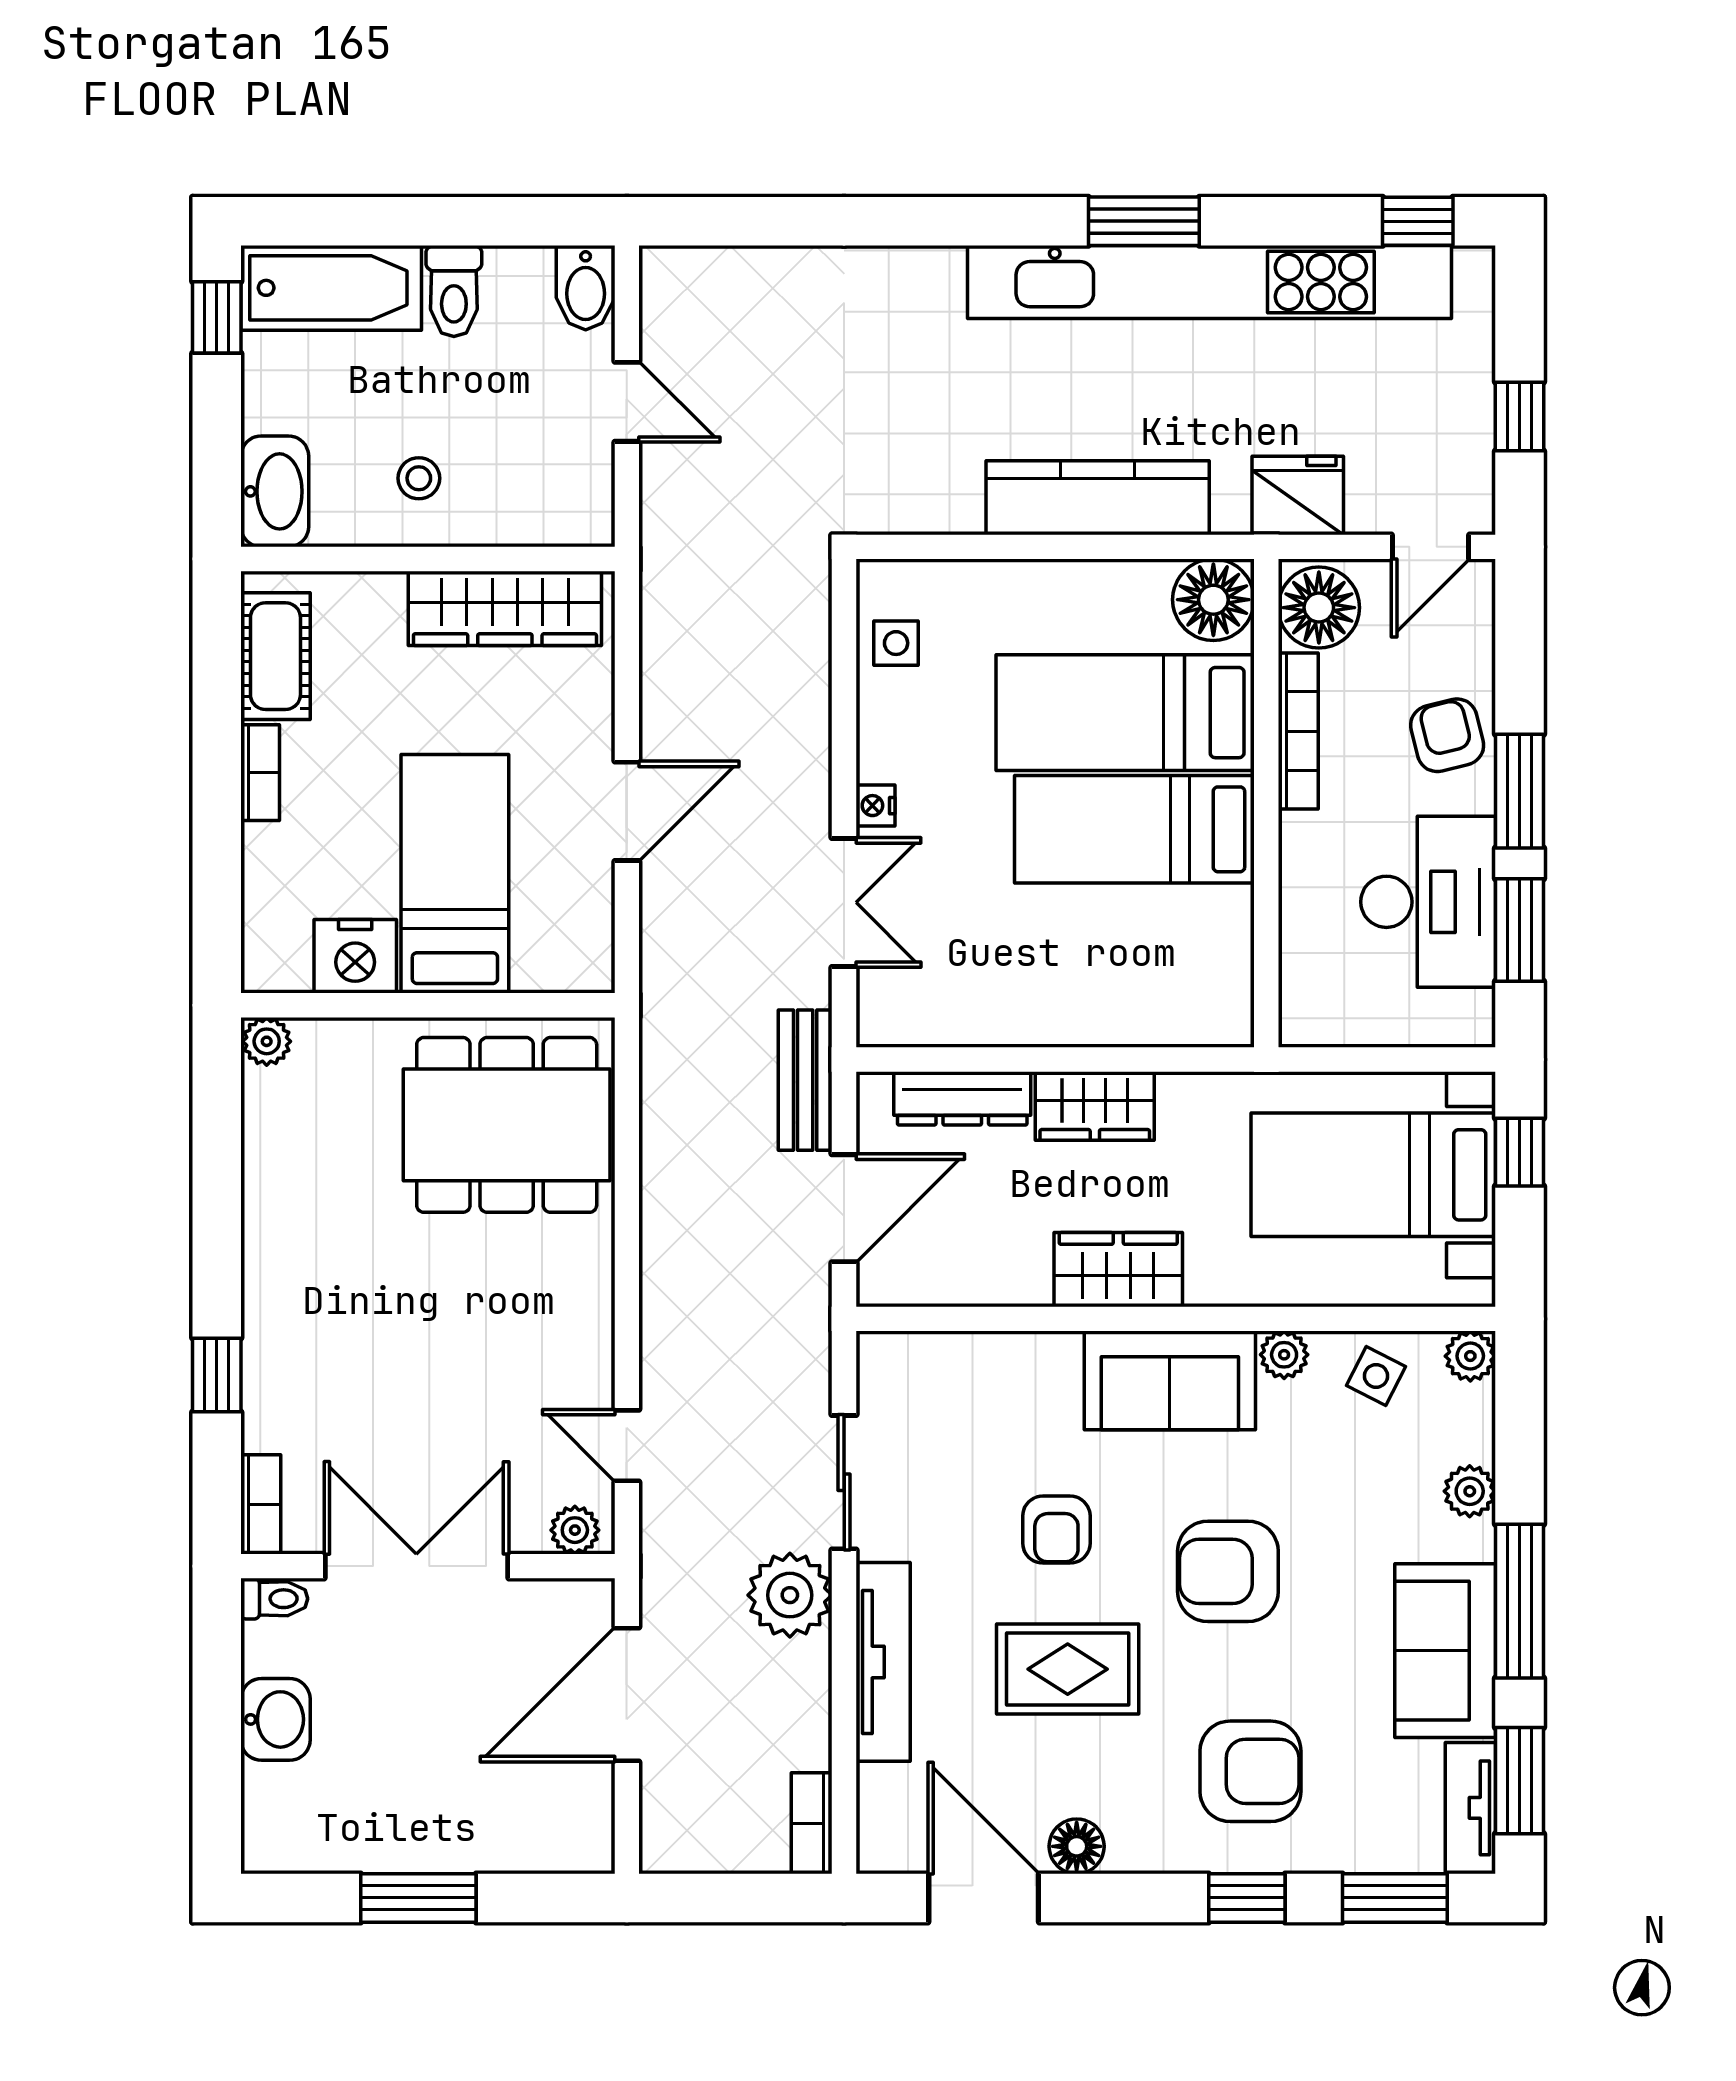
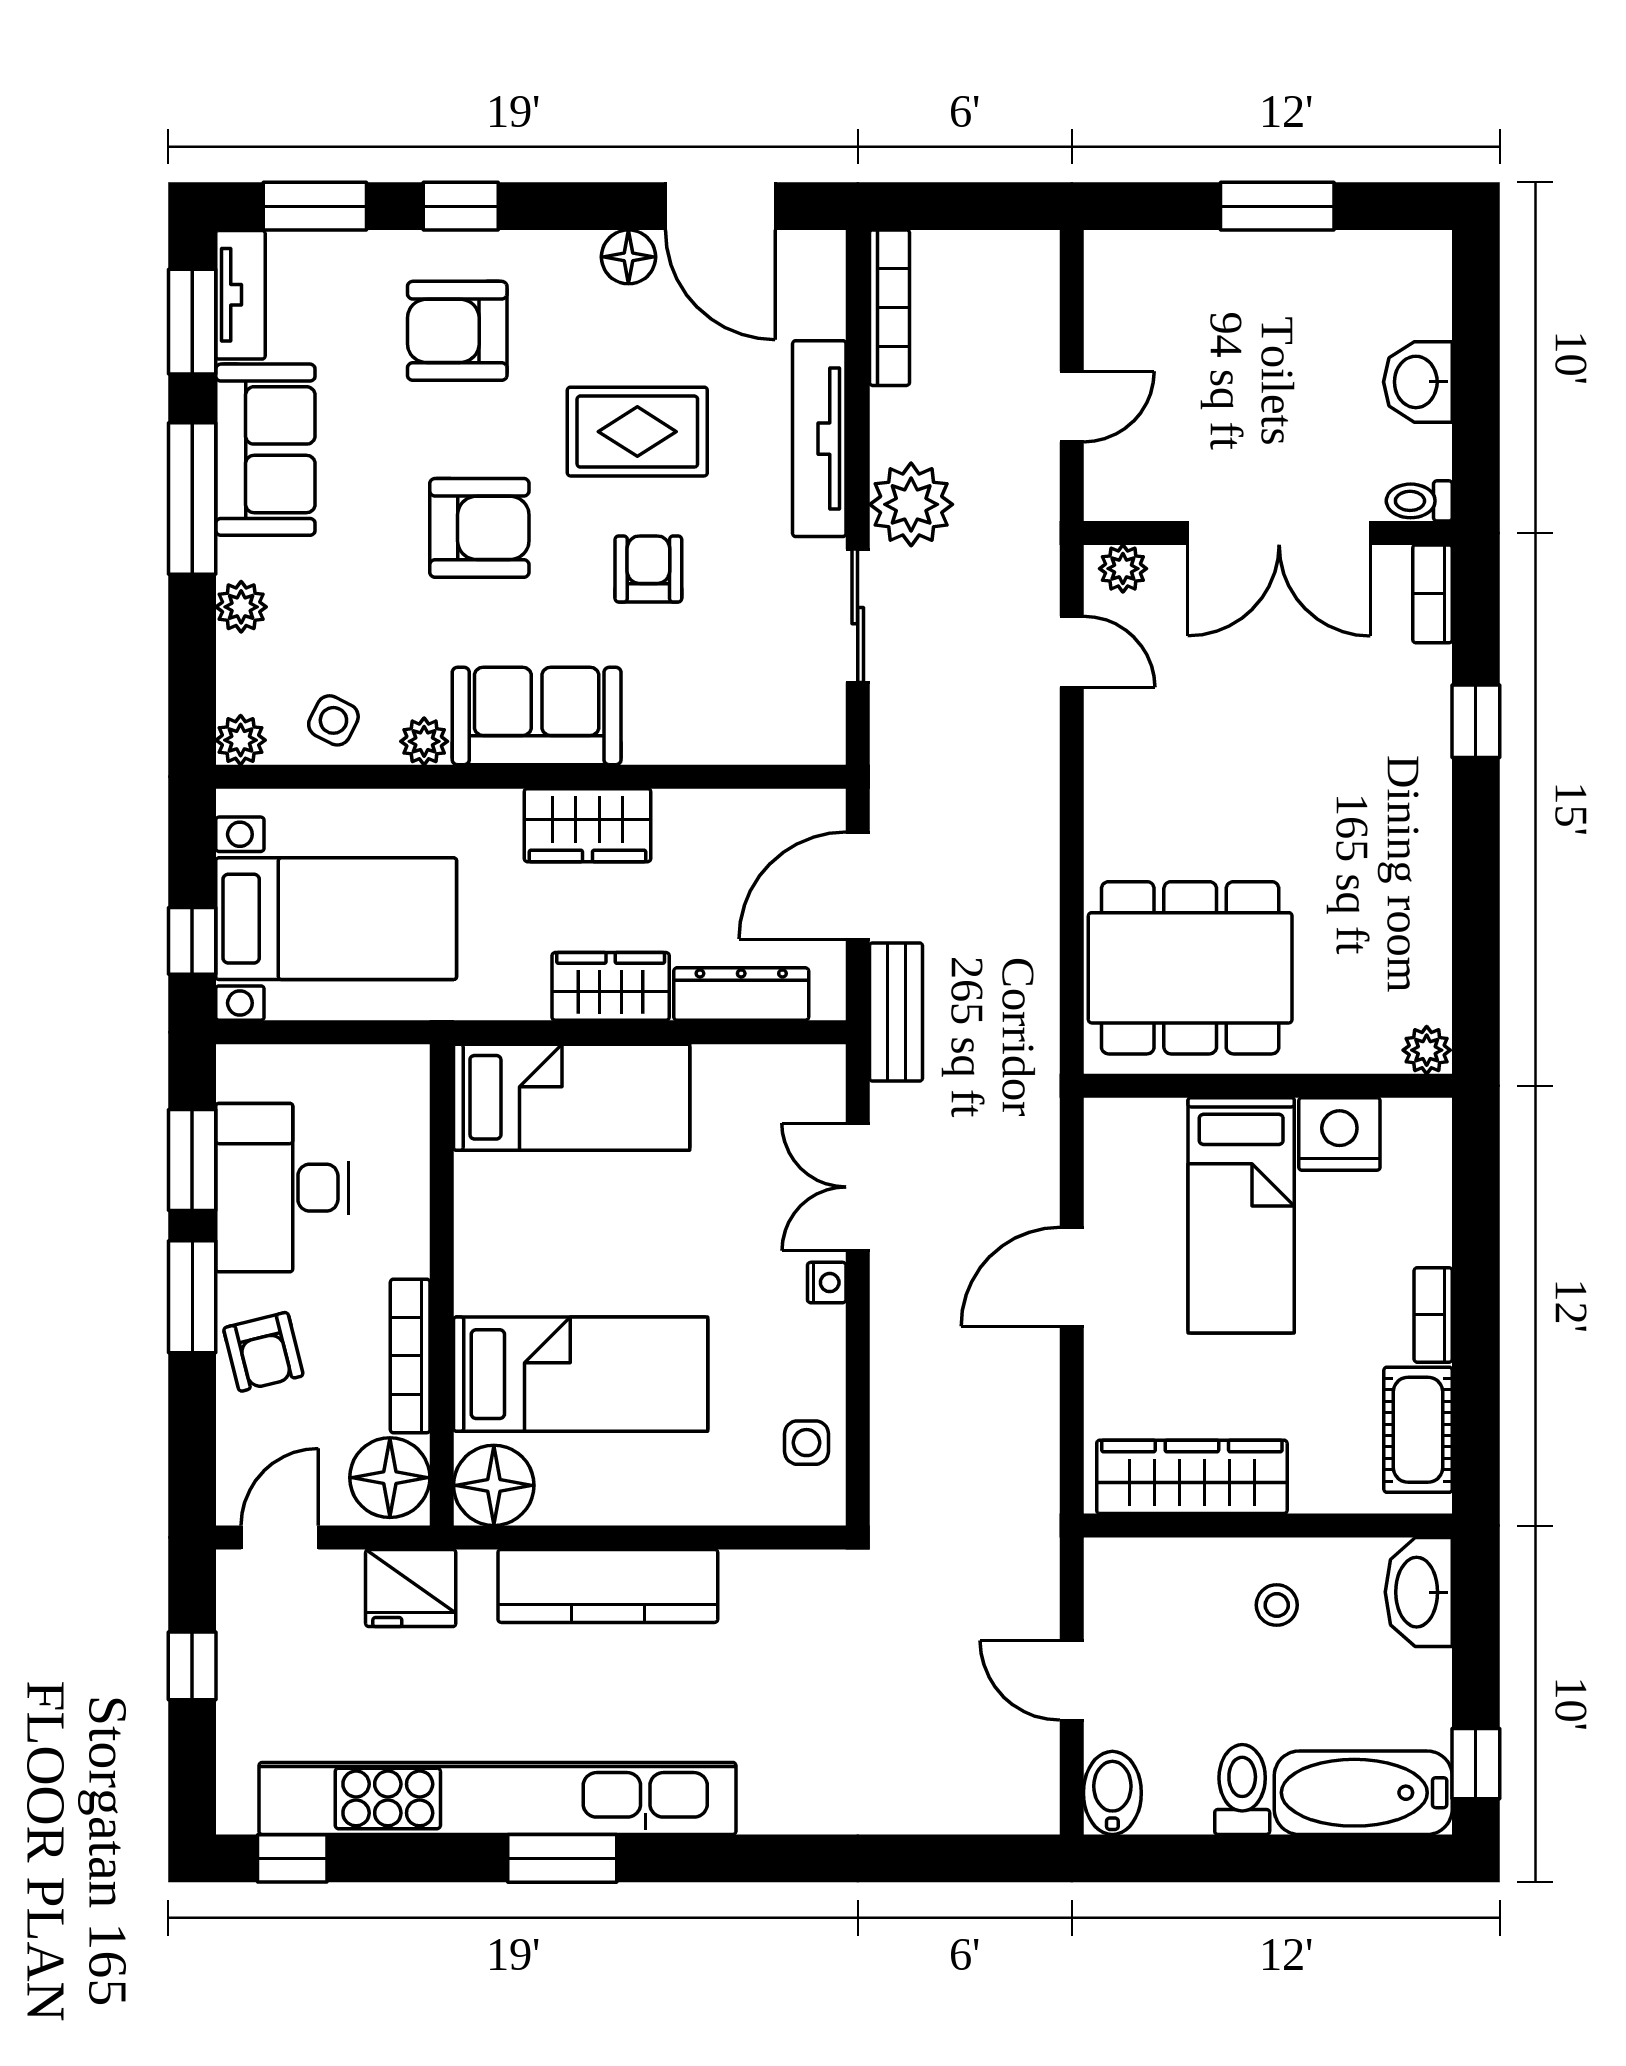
bed: (1134, 829) -> (572, 1097), moved
door: (627, 1695) -> (1072, 406), width x0.53
bookcase: (812, 1823) -> (890, 308), width x1.56

